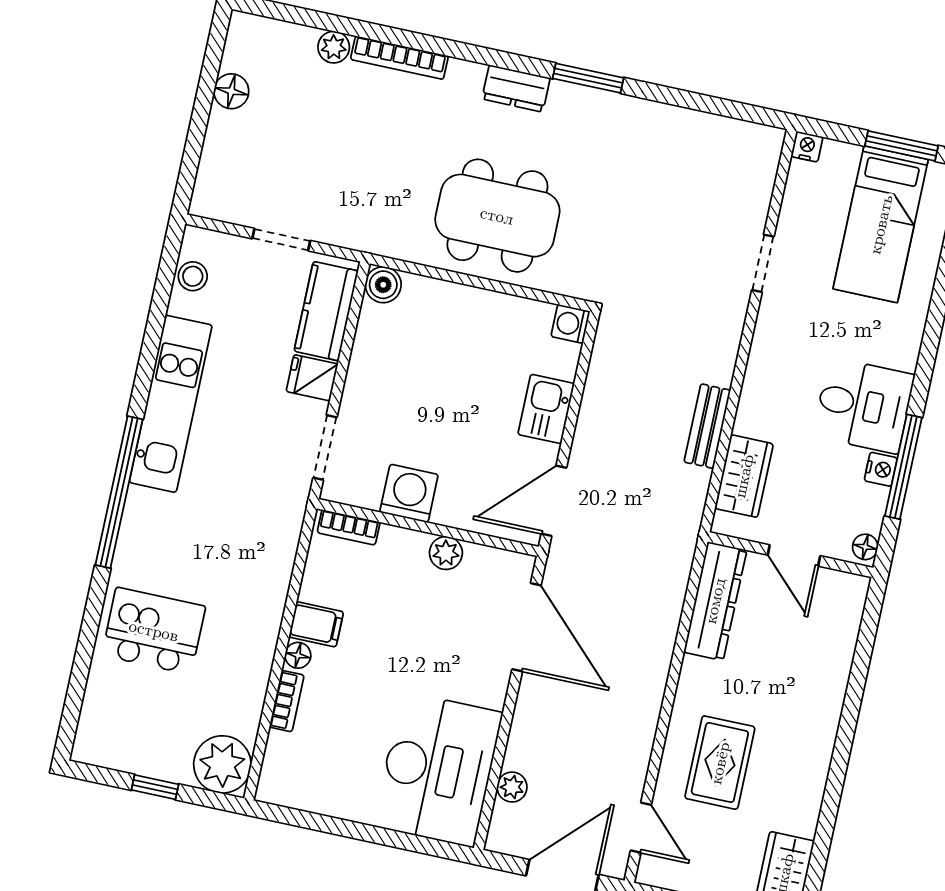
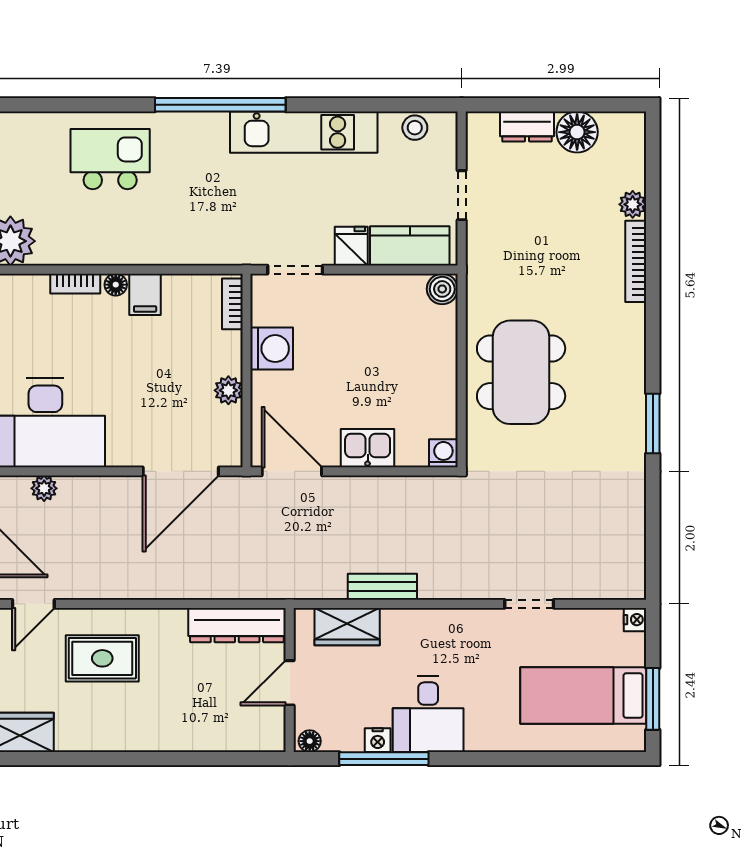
dresser: (516, 88) -> (527, 127), moved, turned -90
floor lamp: (231, 91) -> (577, 132), width x1.38, depth x1.38
kitchen island: (154, 631) -> (110, 159), turned -90

